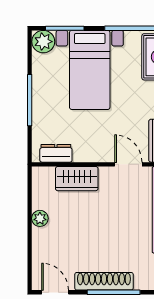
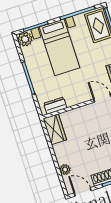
wardrobe: (77, 179) -> (55, 129), moved, turned -90
plant: (40, 218) -> (65, 170), moved

